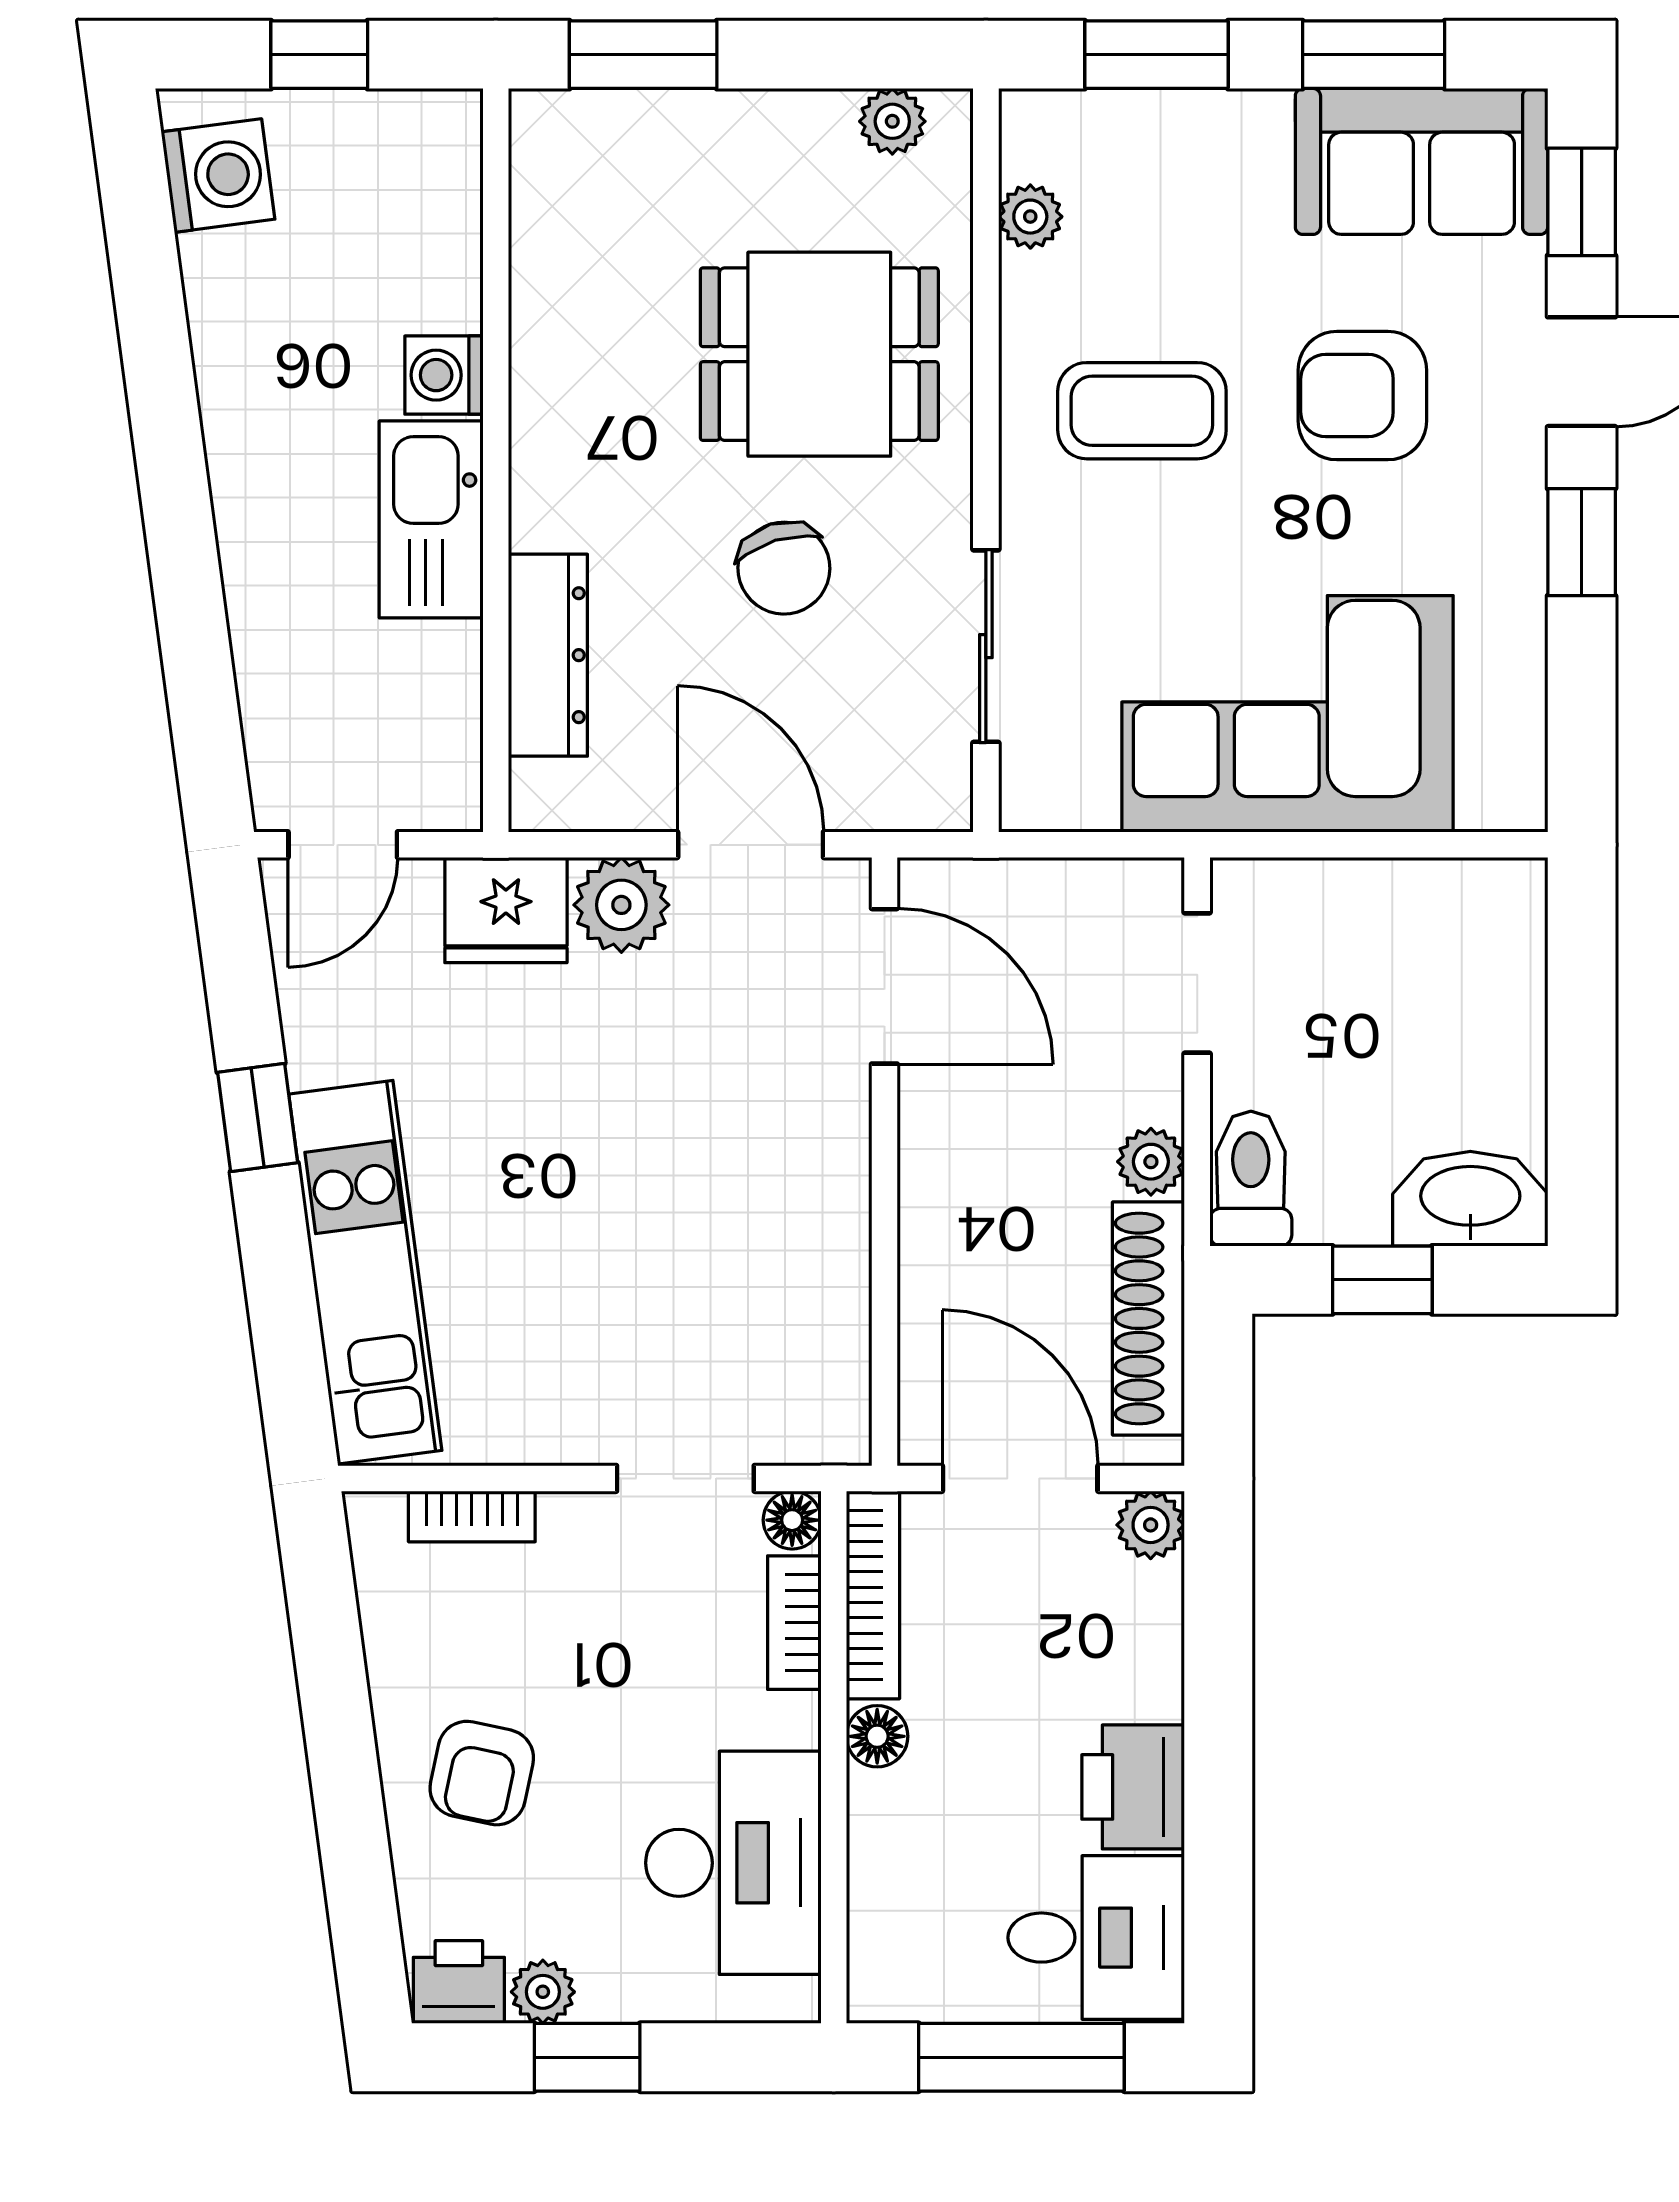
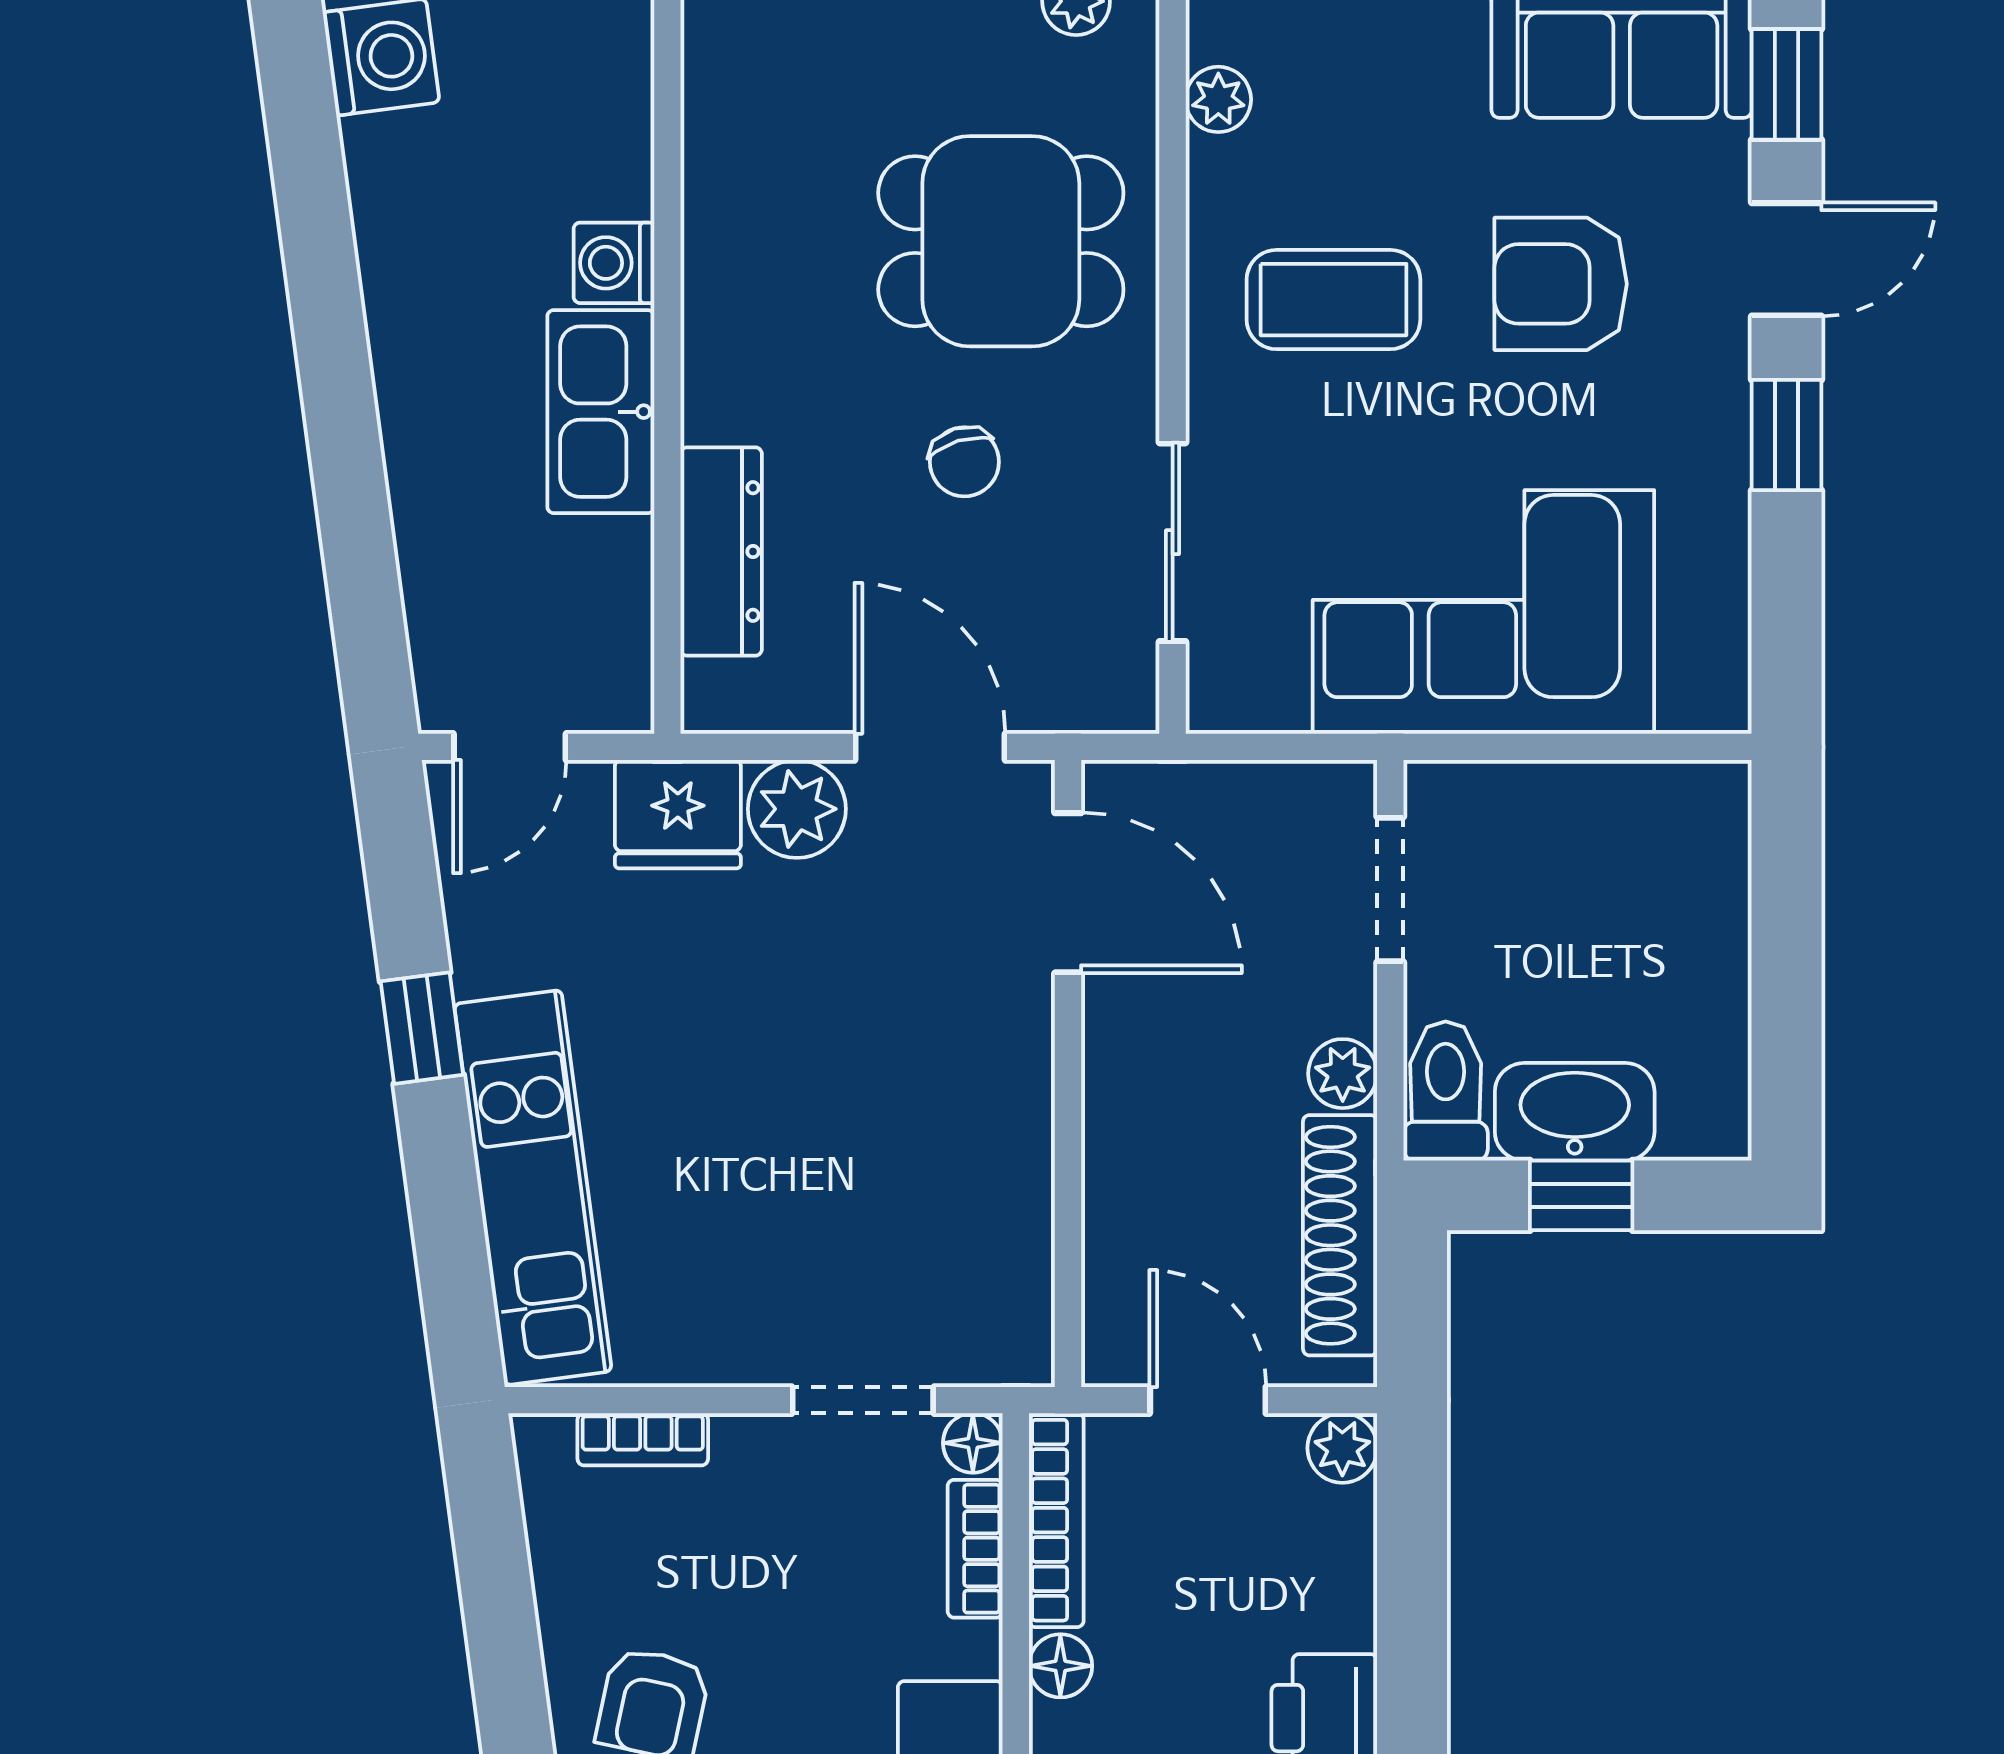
chair: (784, 568) -> (964, 462), width x0.73, depth x0.73
washbasin: (1470, 1199) -> (1575, 1112), moved
door: (1020, 1478) -> (1208, 1400), width x0.73

